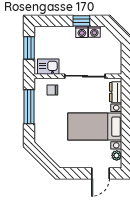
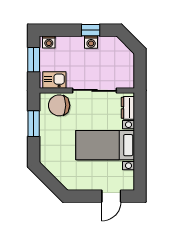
washing machine: (94, 32) -> (49, 42), moved
chair: (52, 90) -> (59, 105), width x1.87, depth x1.87
window: (29, 107) -> (34, 124), width x0.69
plant: (117, 155) -> (129, 177), removed

